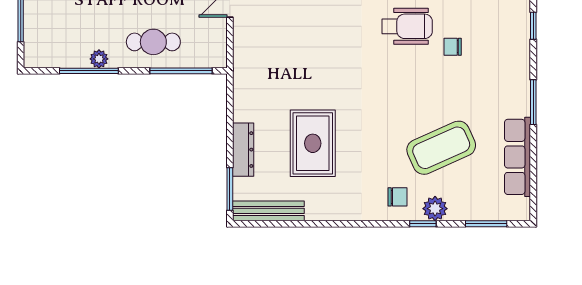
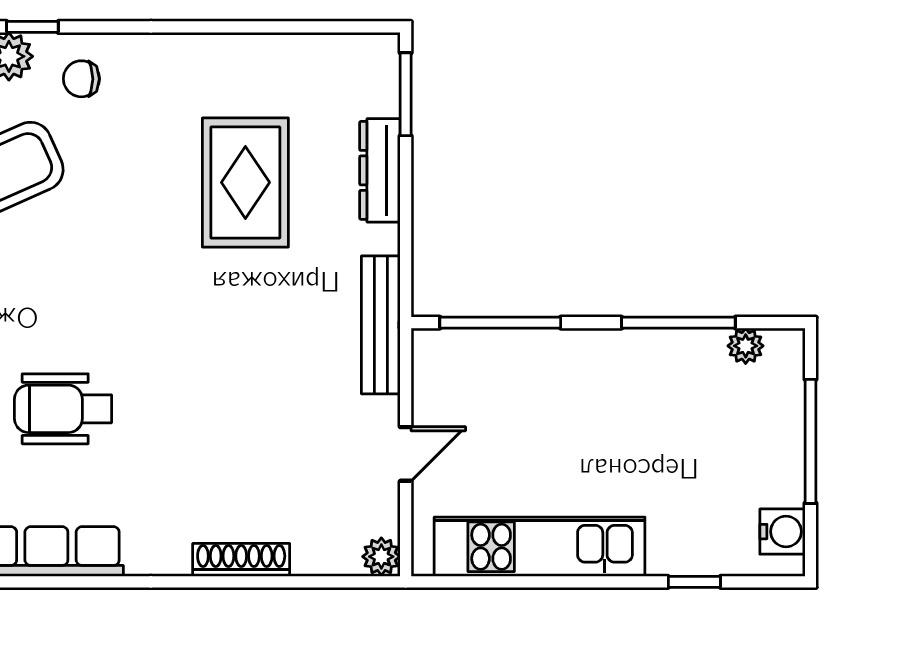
cafe table: (153, 42) -> (554, 379), removed
plant: (99, 59) -> (746, 346), moved
bench: (268, 211) -> (381, 325), moved, turned 90

